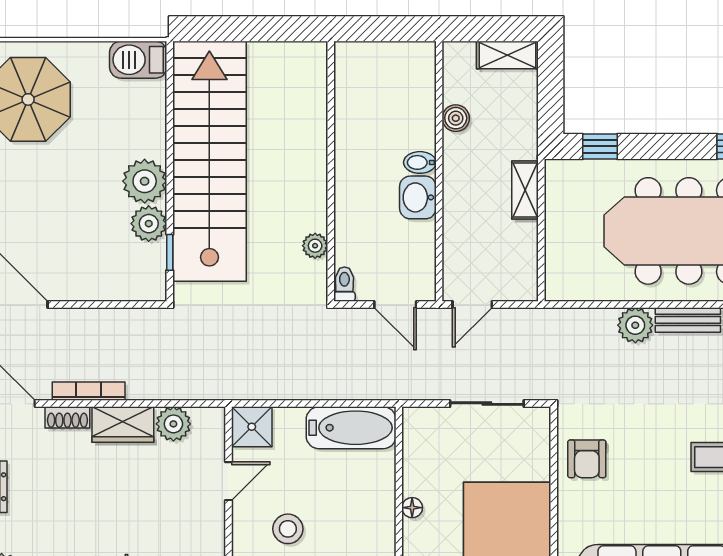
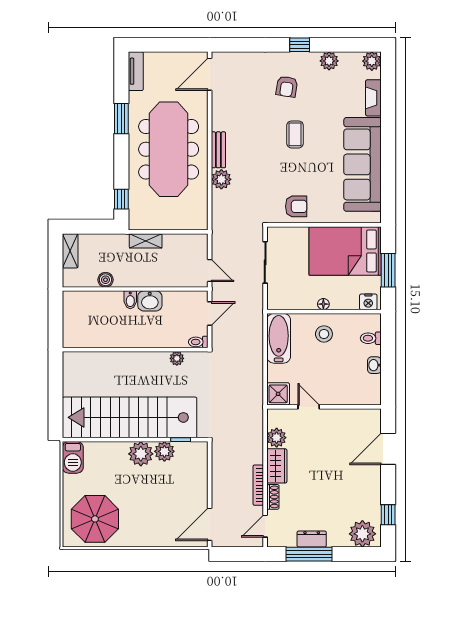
stool: (288, 529) -> (324, 334), moved

